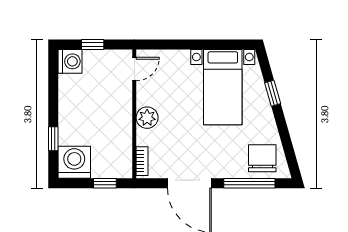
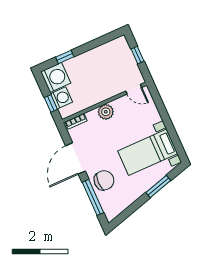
washing machine: (70, 61) -> (61, 98), moved, turned -90
window: (273, 93) -> (158, 186), width x1.50
chair: (262, 158) -> (104, 180), moved

